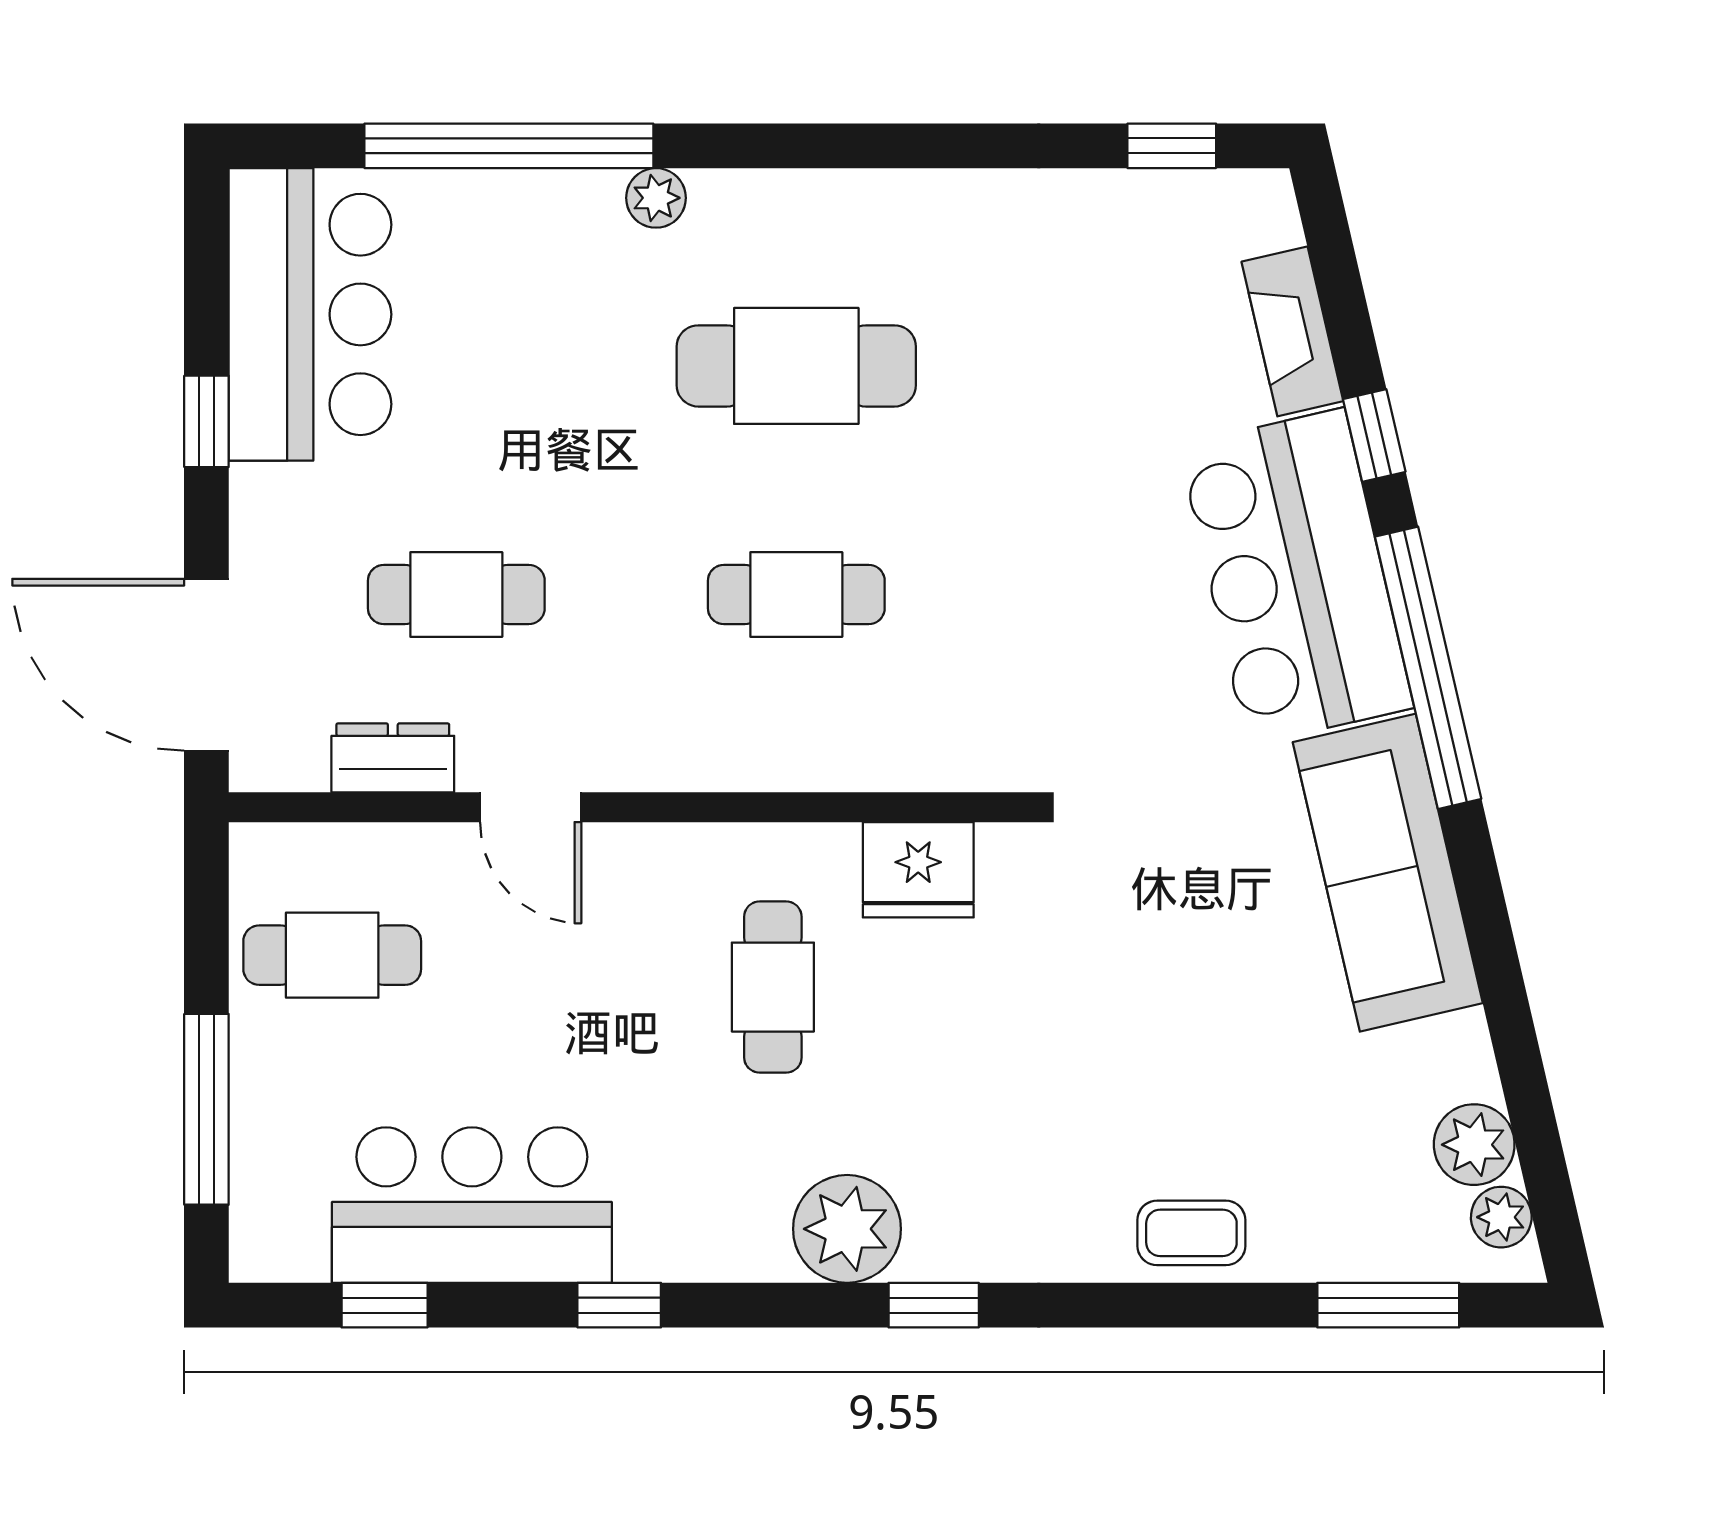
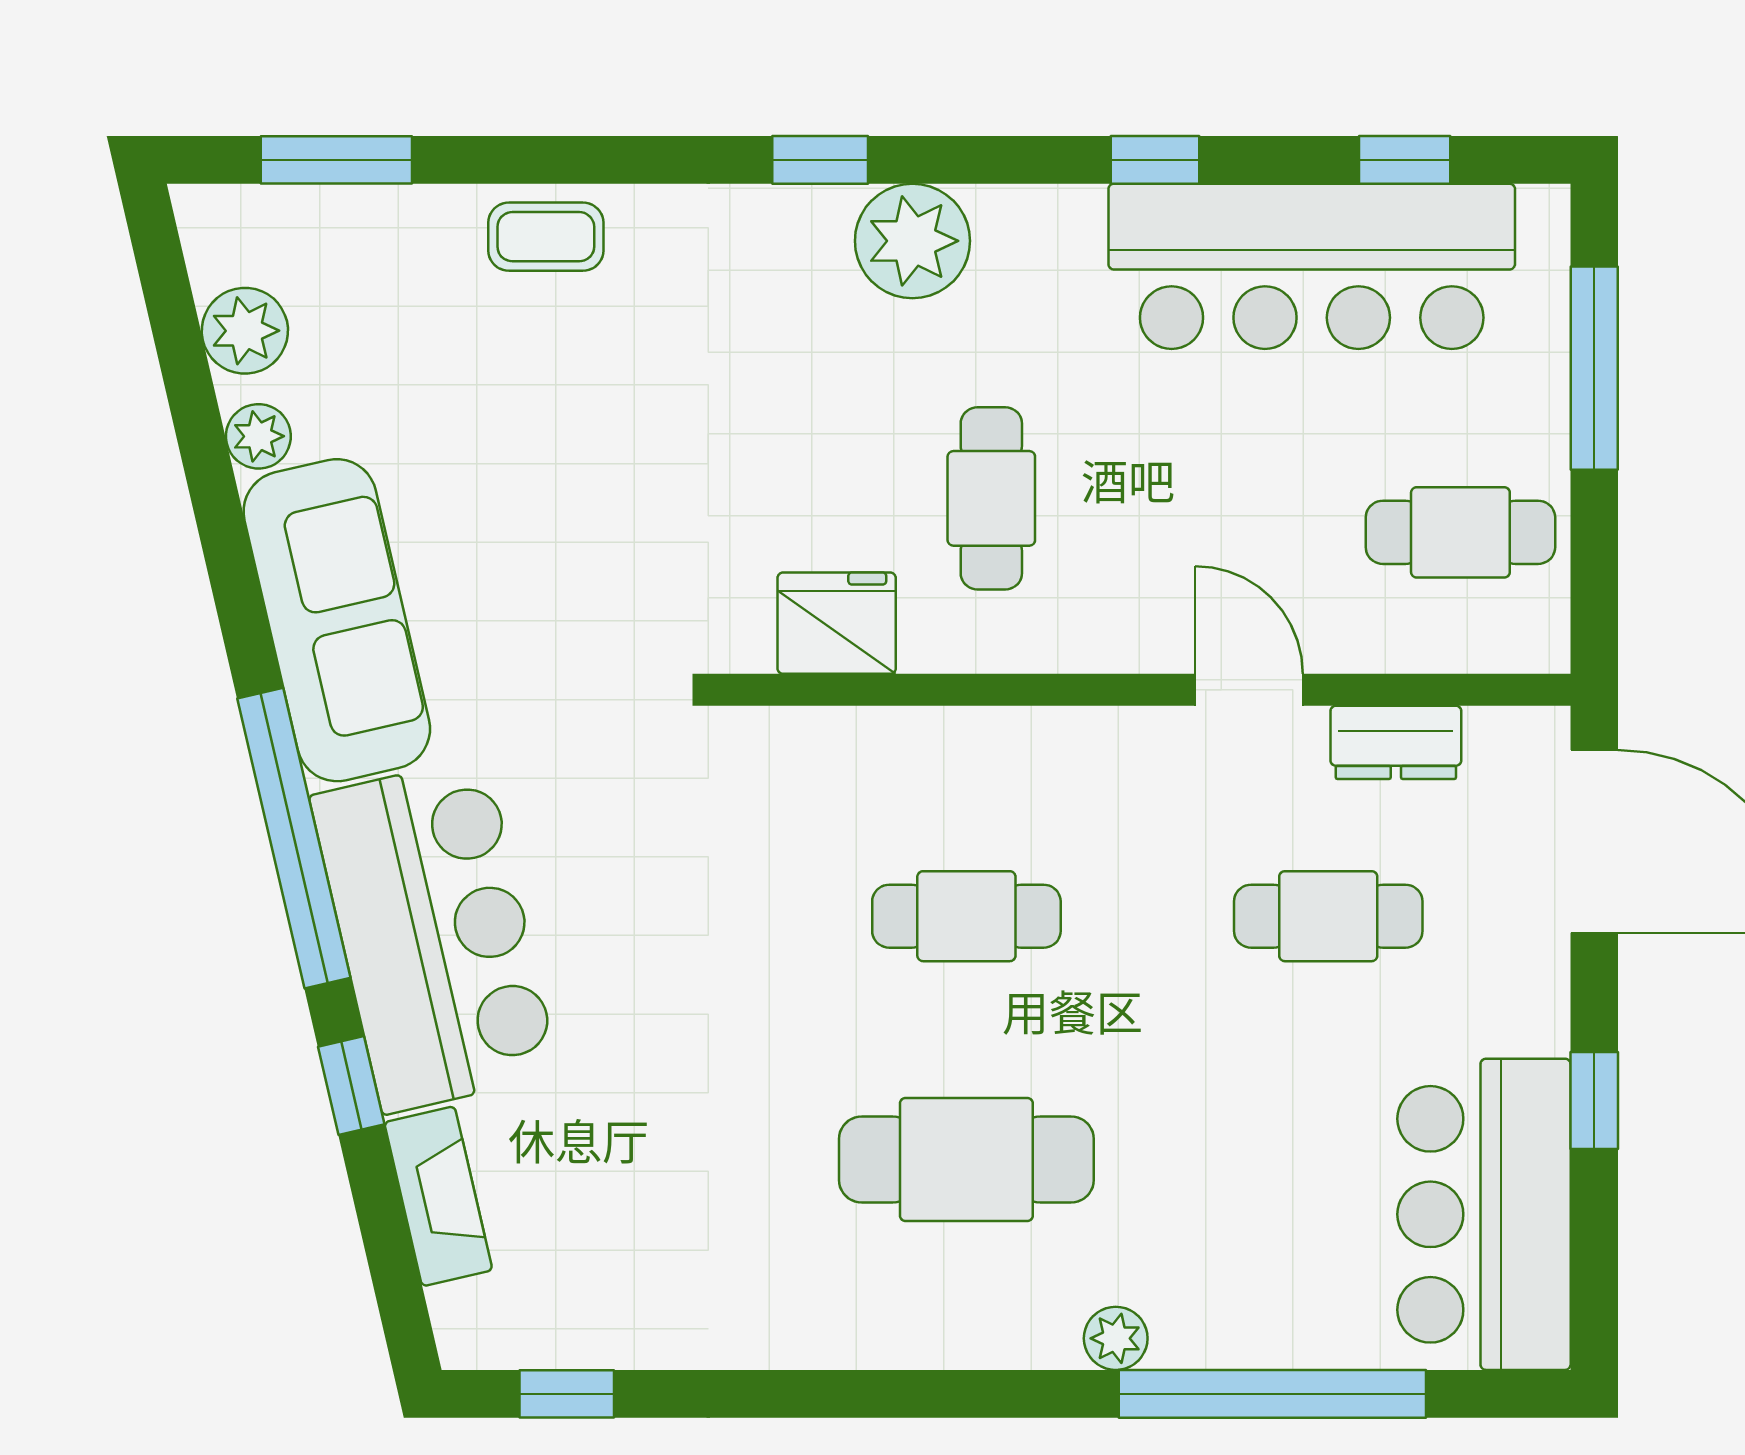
bar counter: (472, 1205) -> (1312, 266), width x1.36
plant: (1501, 1217) -> (258, 436), moved

